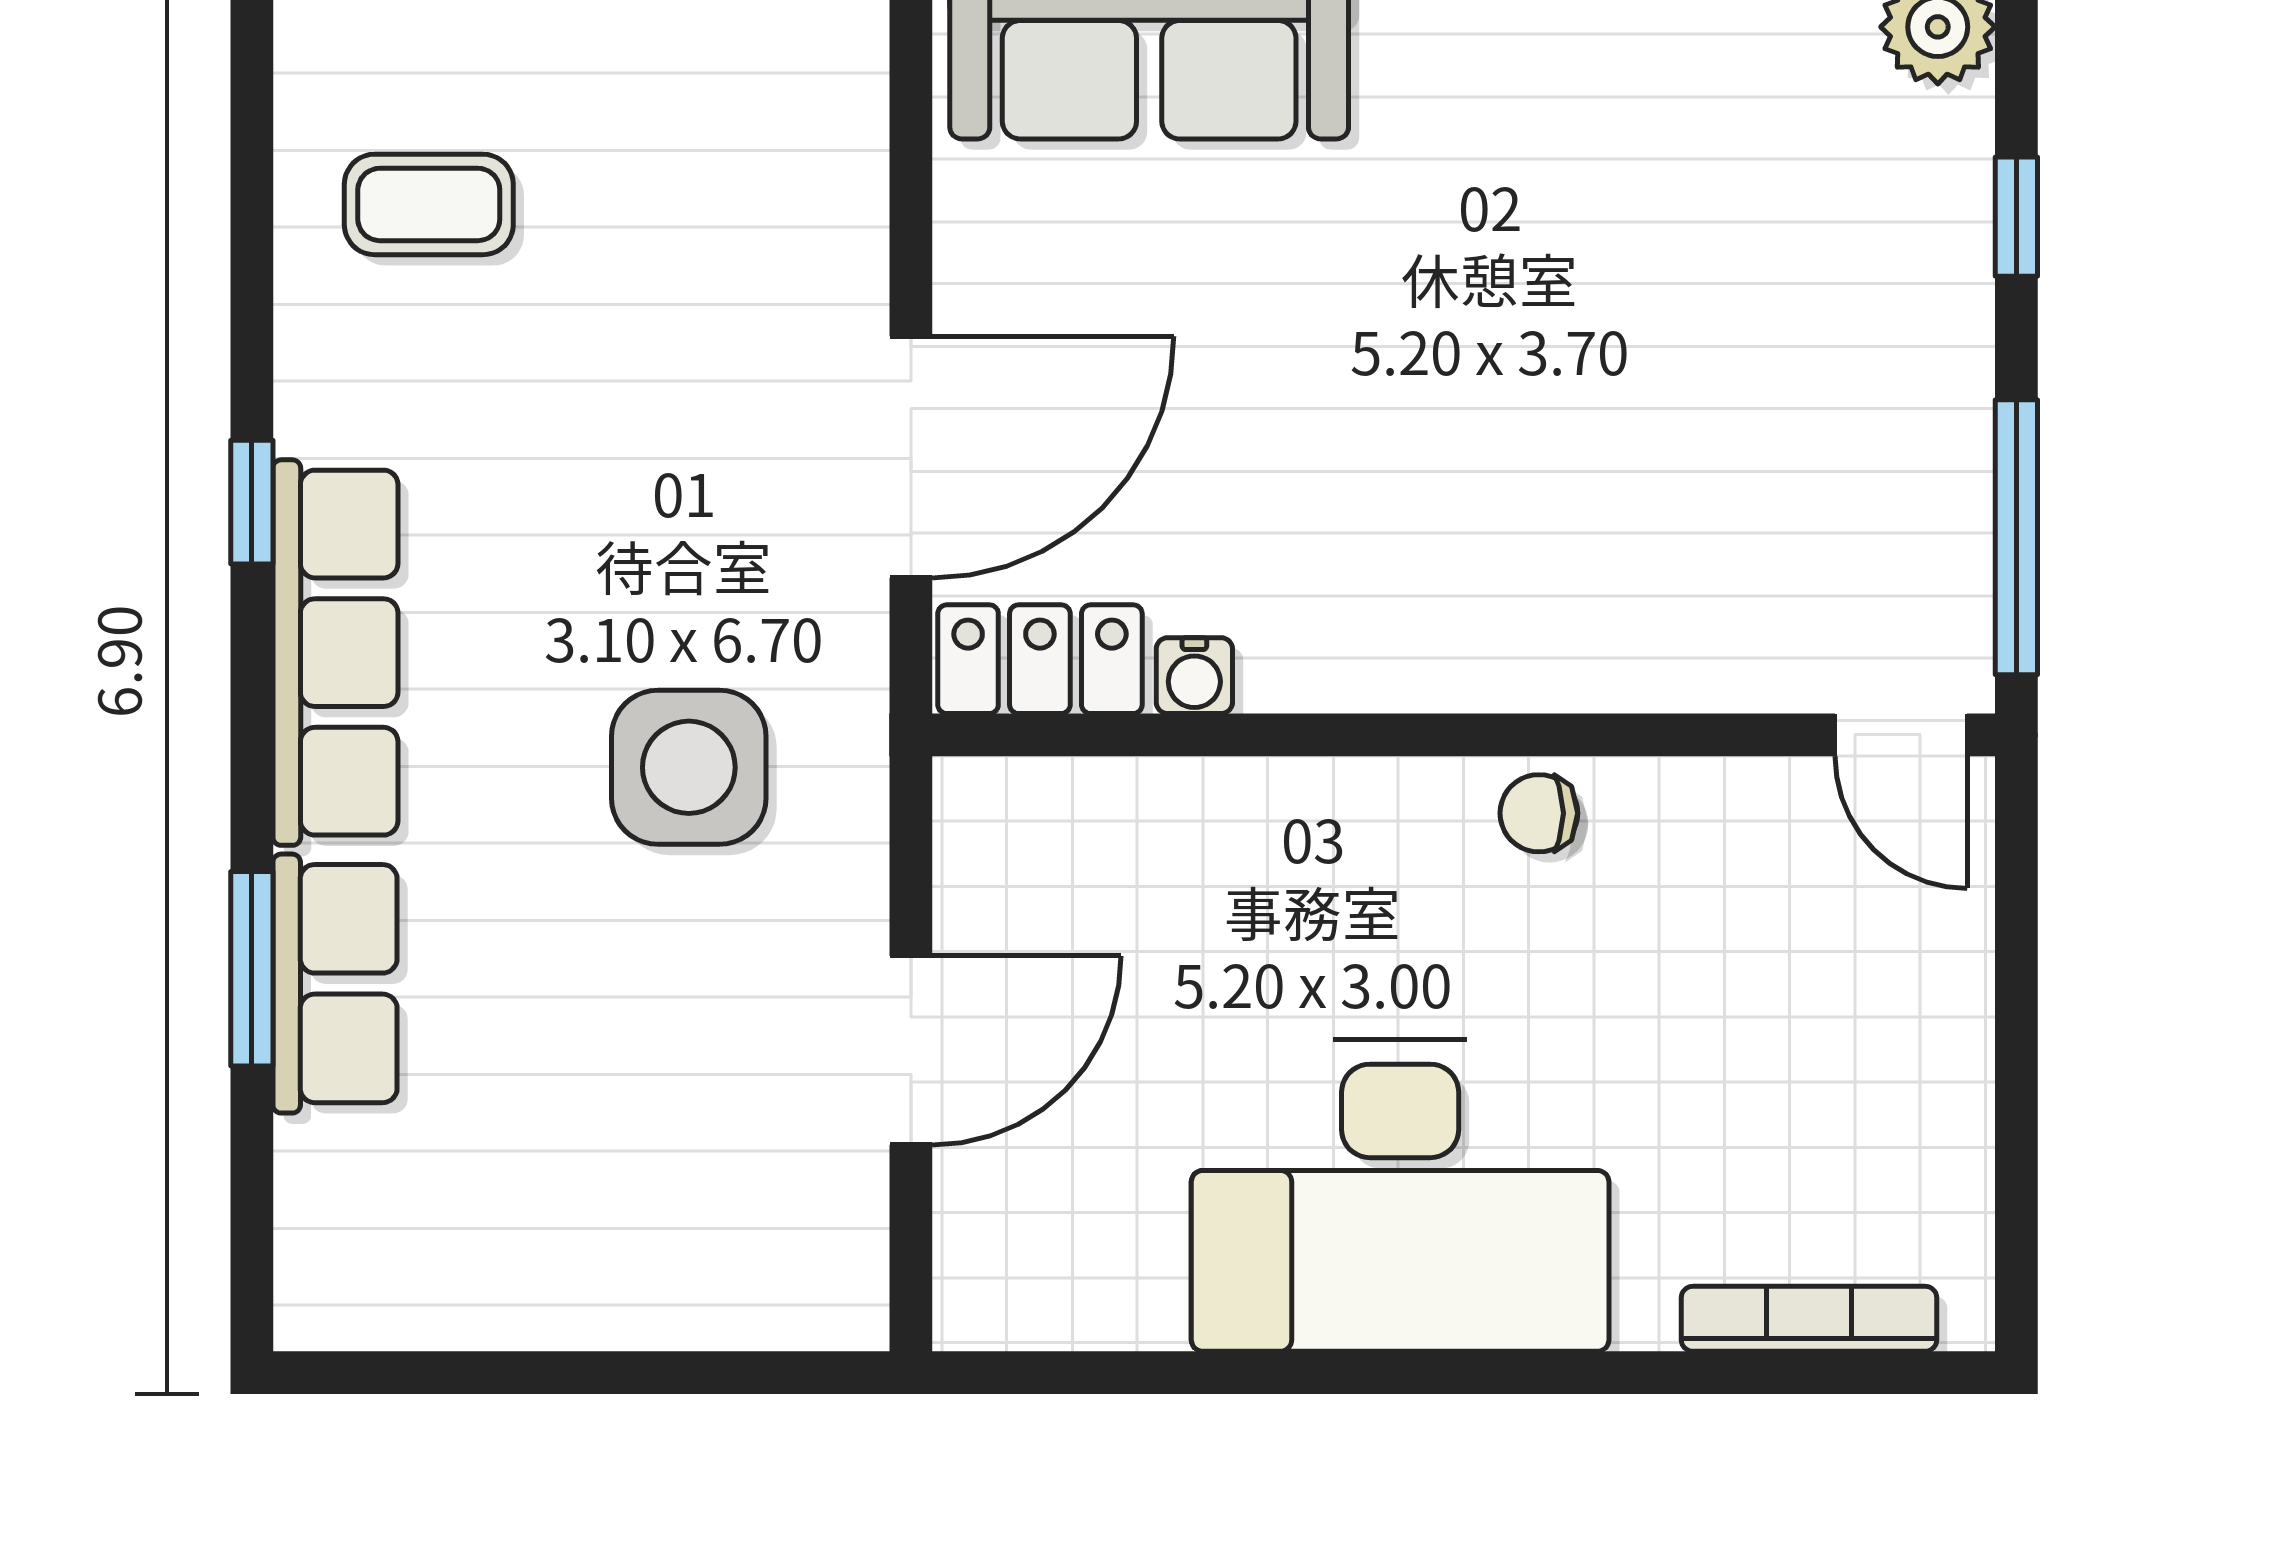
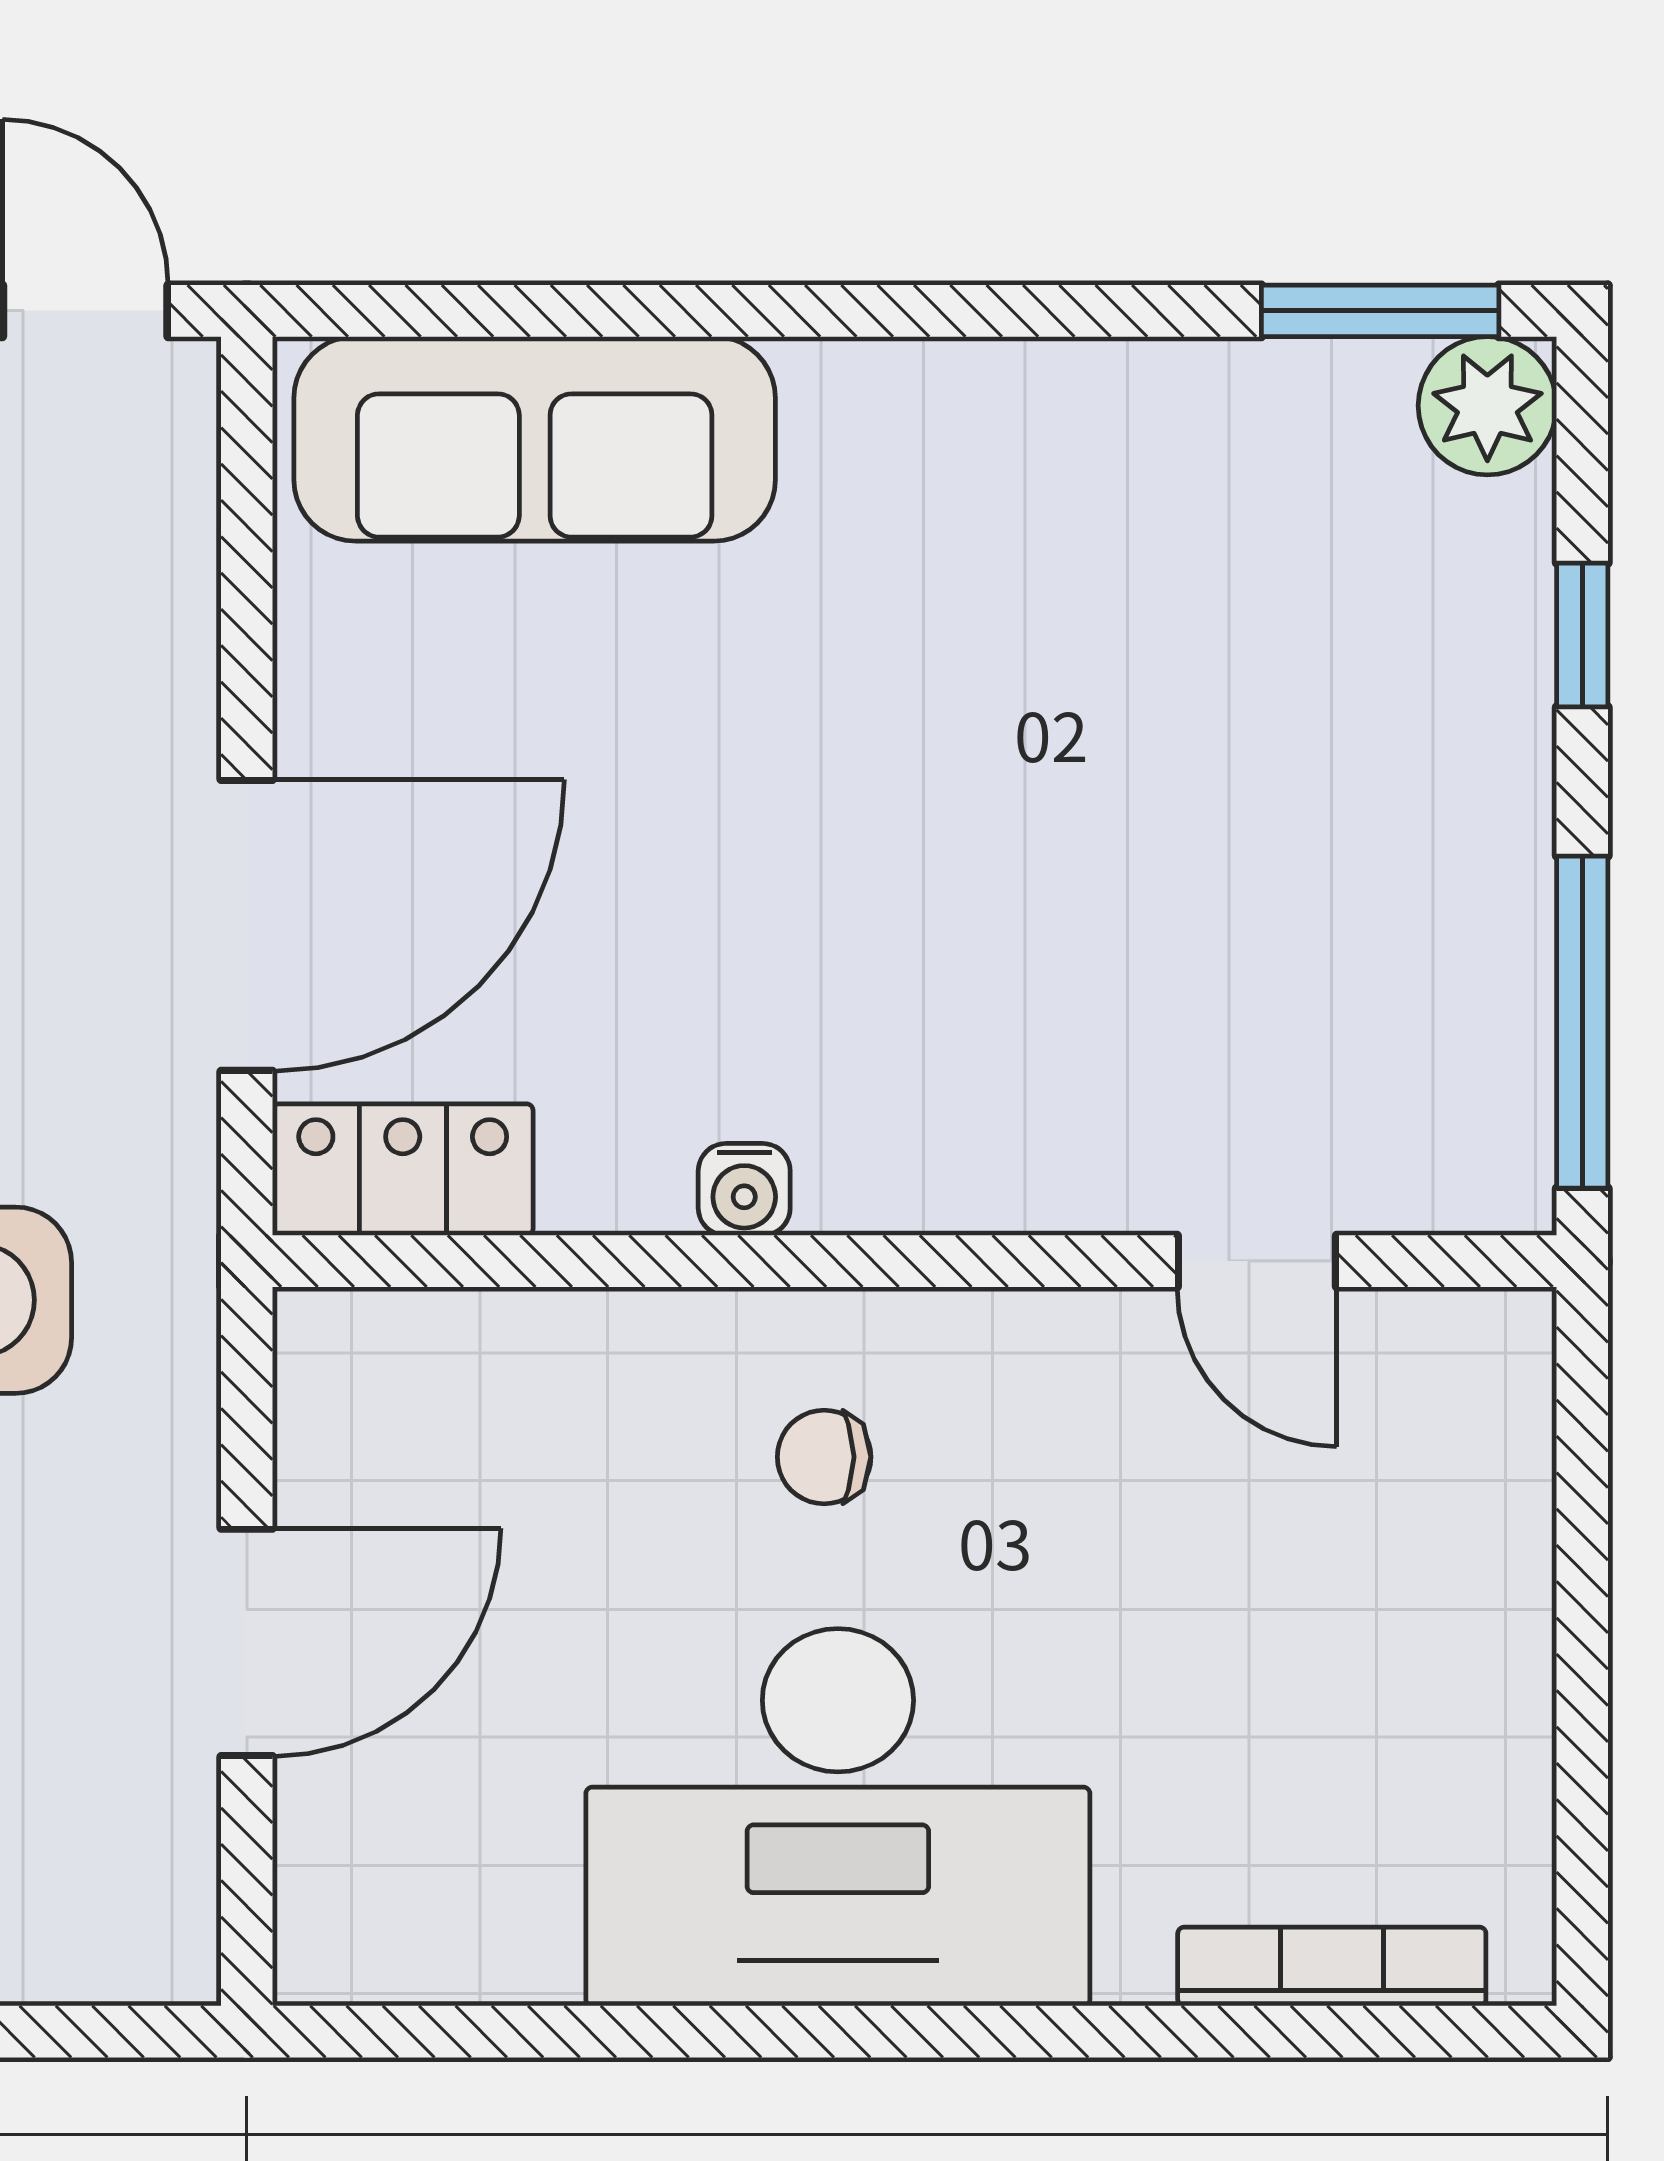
water cooler: (1194, 676) -> (744, 1189), moved
door: (1901, 735) -> (1257, 1261), moved
chair: (1539, 813) -> (824, 1457), moved

